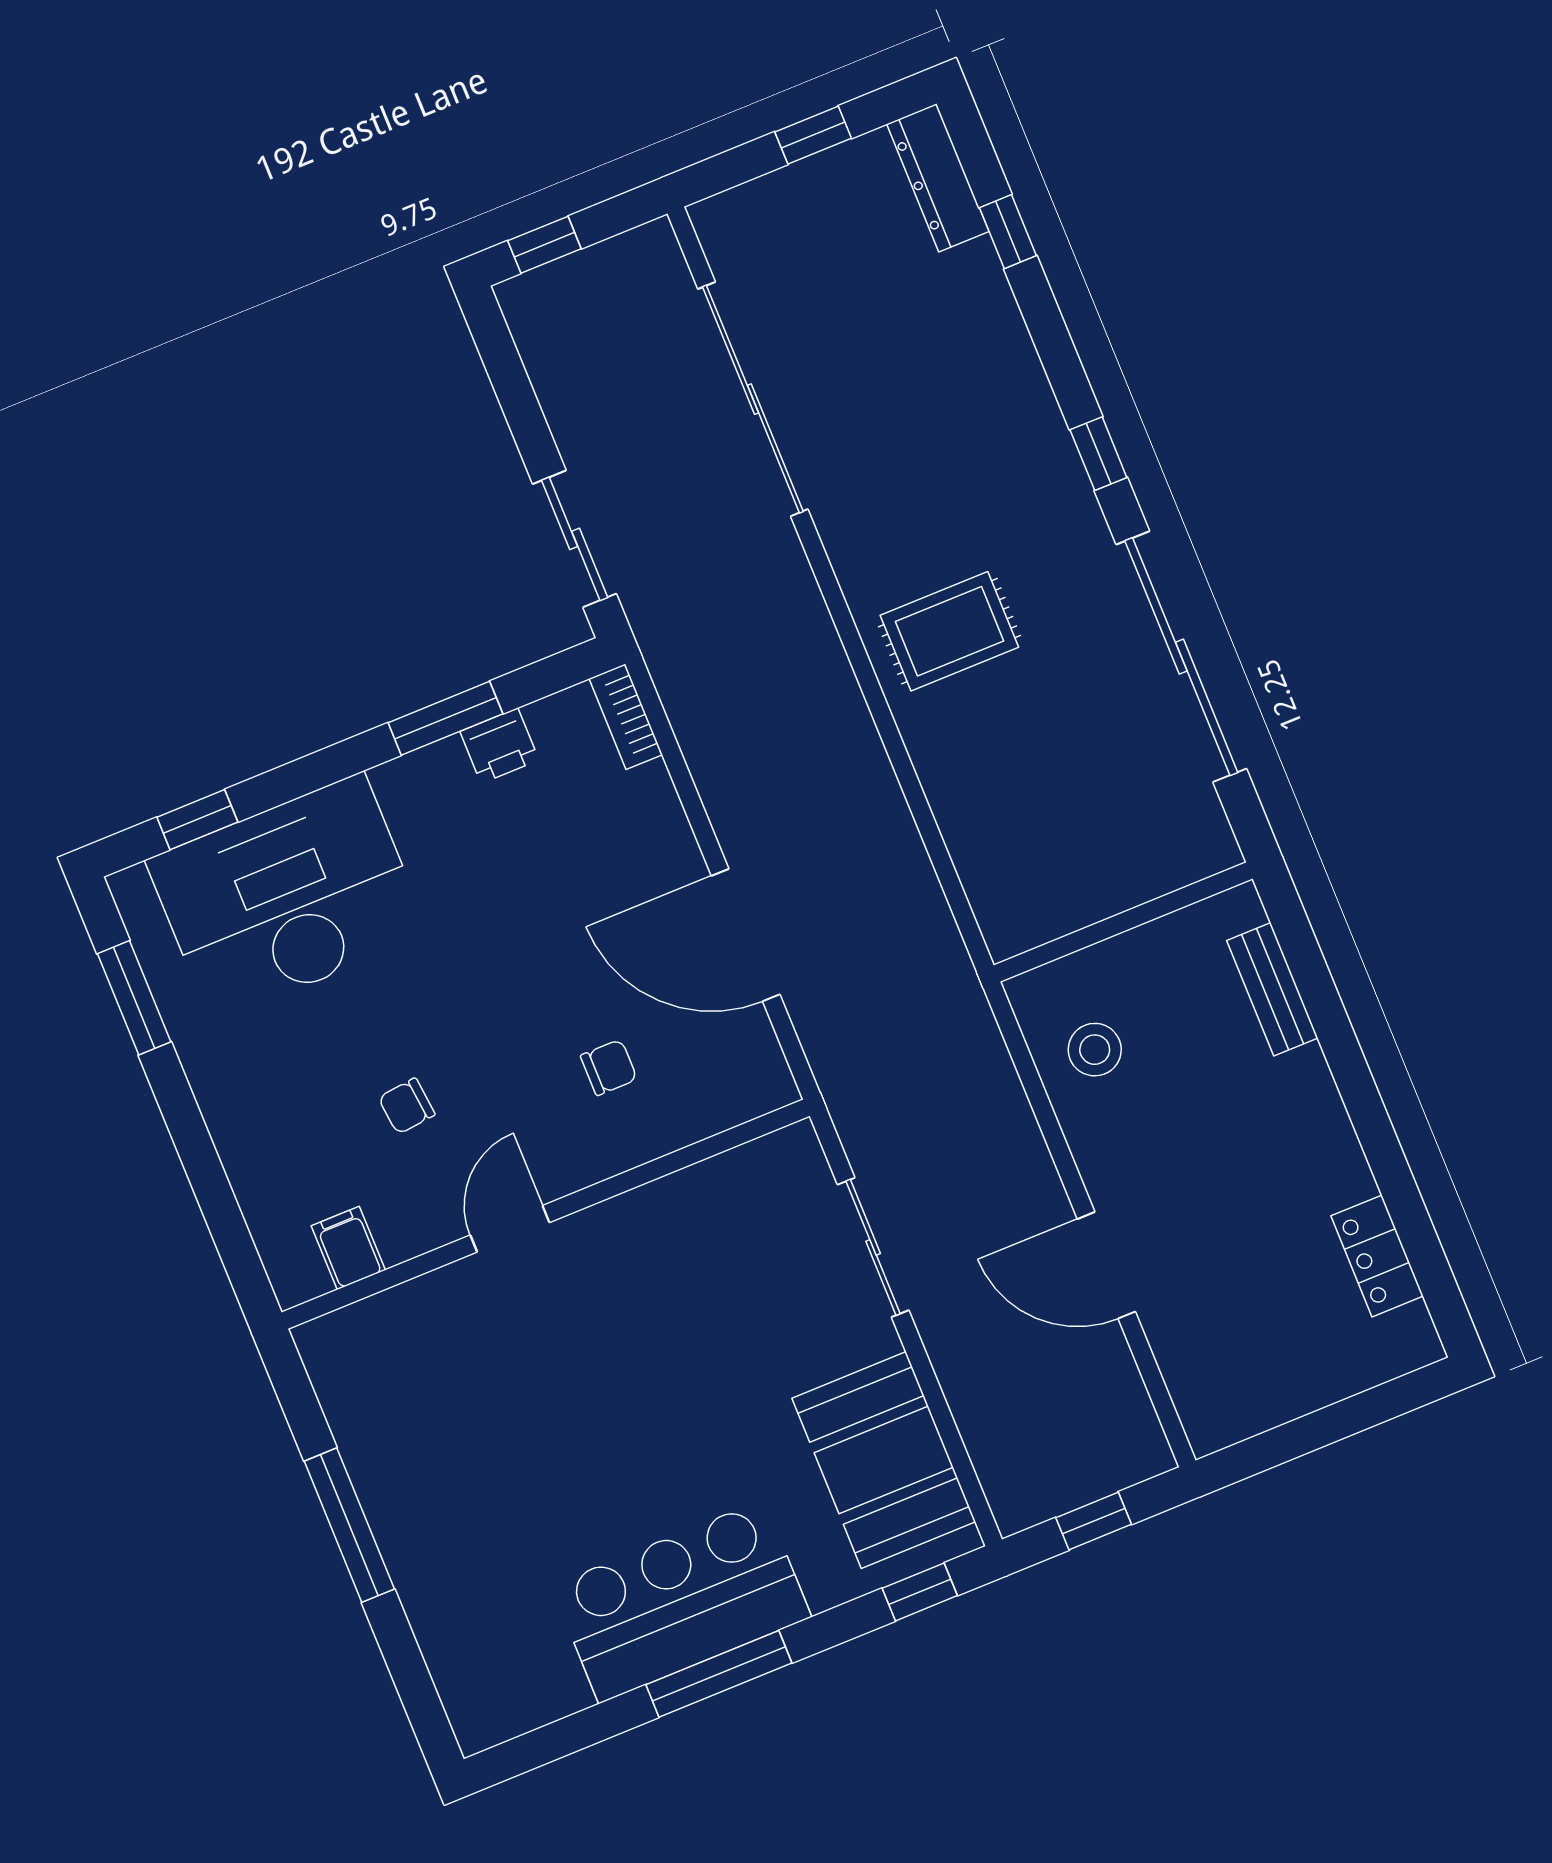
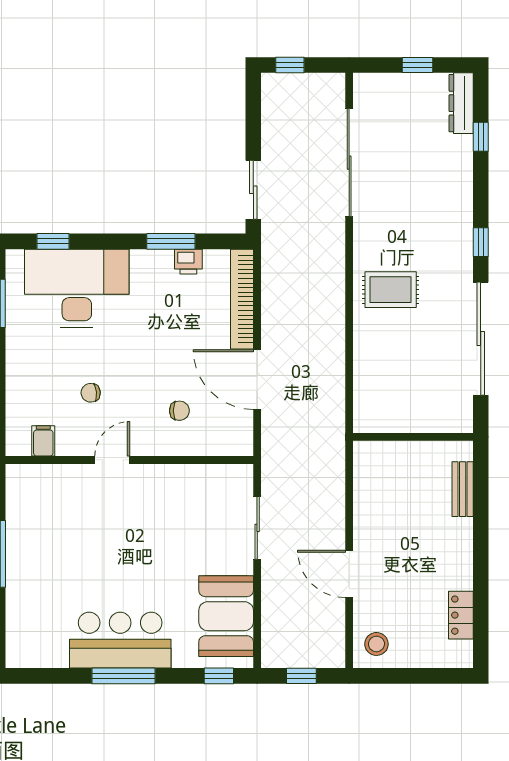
bookcase: (626, 717) -> (242, 299), width x2.31, depth x1.31
stool: (1095, 1050) -> (376, 644), moved

